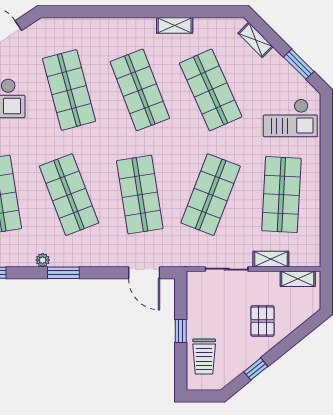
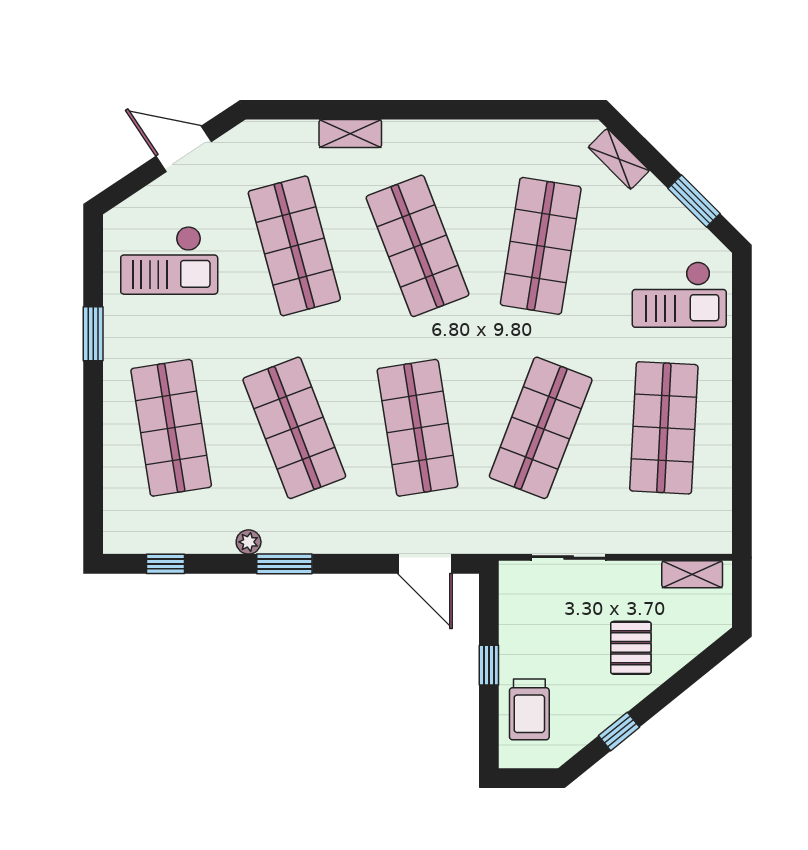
shelving: (175, 25) -> (350, 134), moved
shop shelf: (211, 90) -> (541, 246), turned 33
shelving: (271, 259) -> (645, 540), removed

